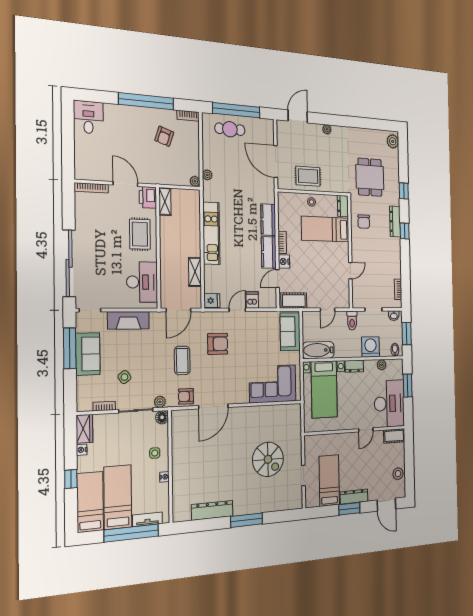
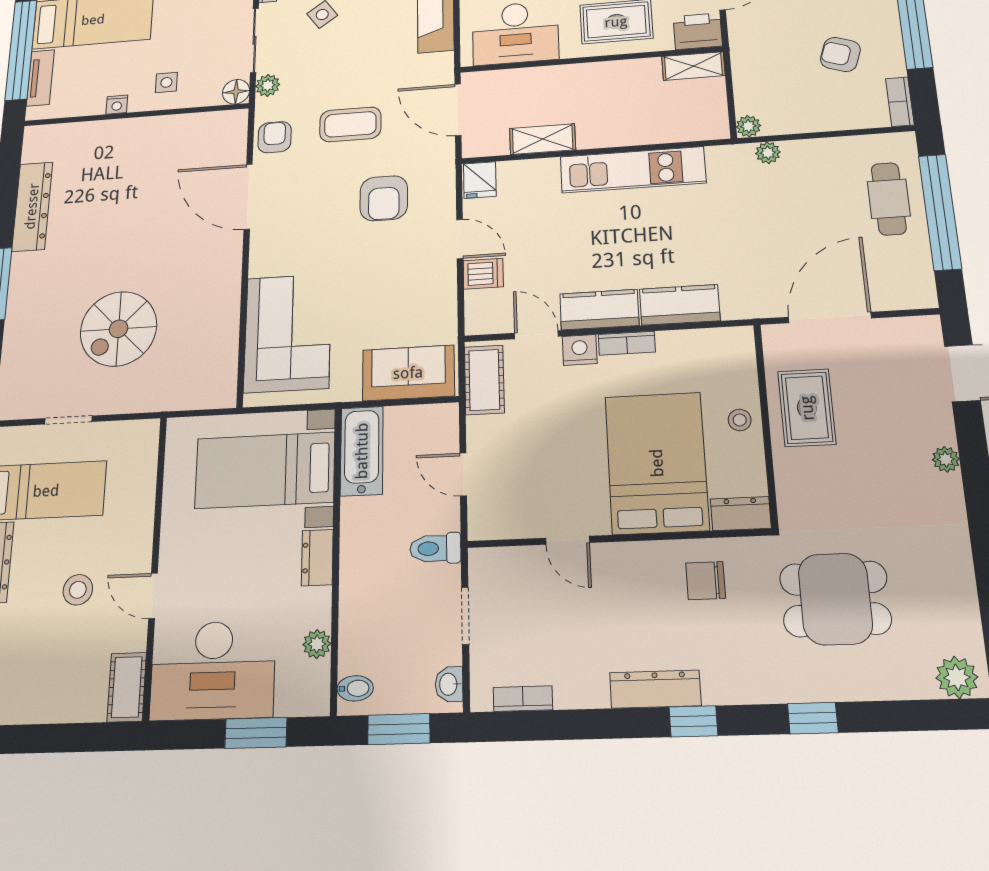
dresser: (395, 221) -> (655, 689), moved
bed: (325, 229) -> (657, 463), width x1.50
washing machine: (371, 347) -> (365, 608), removed
stool: (398, 474) -> (78, 590), moved

